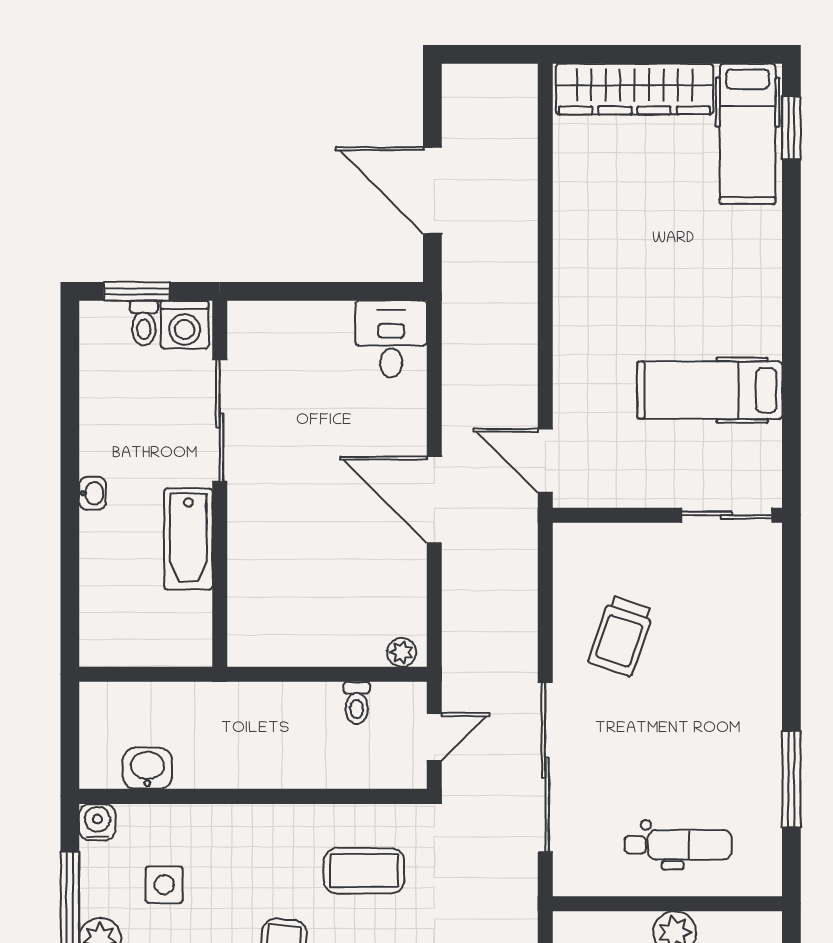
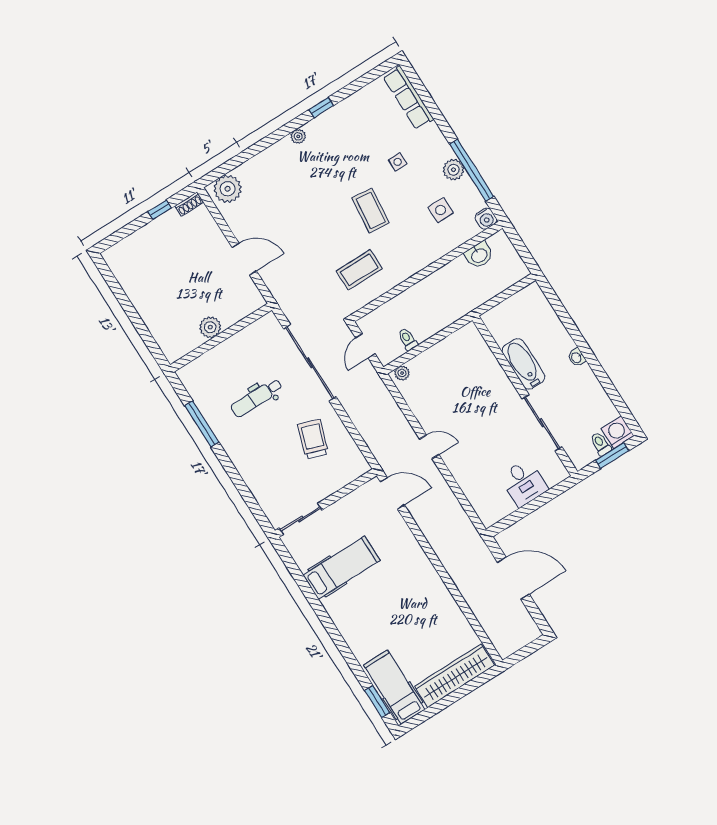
washing machine: (185, 325) -> (618, 432), moved
desk: (391, 339) -> (524, 483), moved
door: (434, 500) -> (429, 447), width x0.53
dental chair: (678, 845) -> (257, 398), moved

